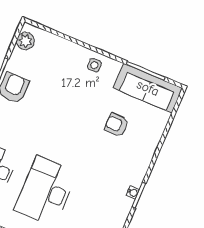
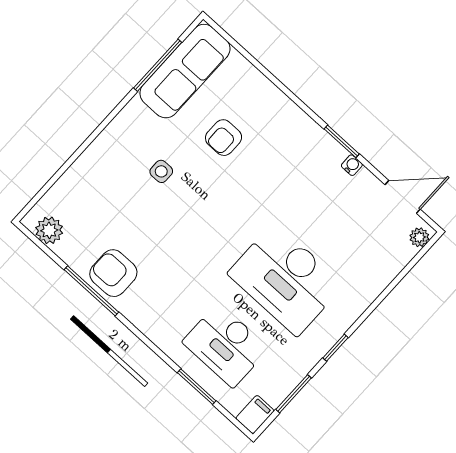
side table: (94, 65) -> (161, 171), moved
water cooler: (133, 192) -> (352, 165), moved

